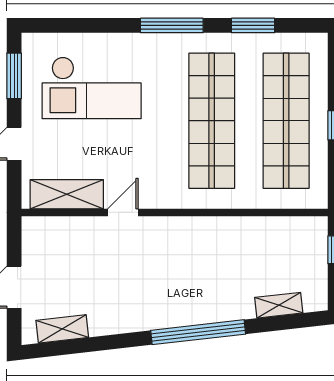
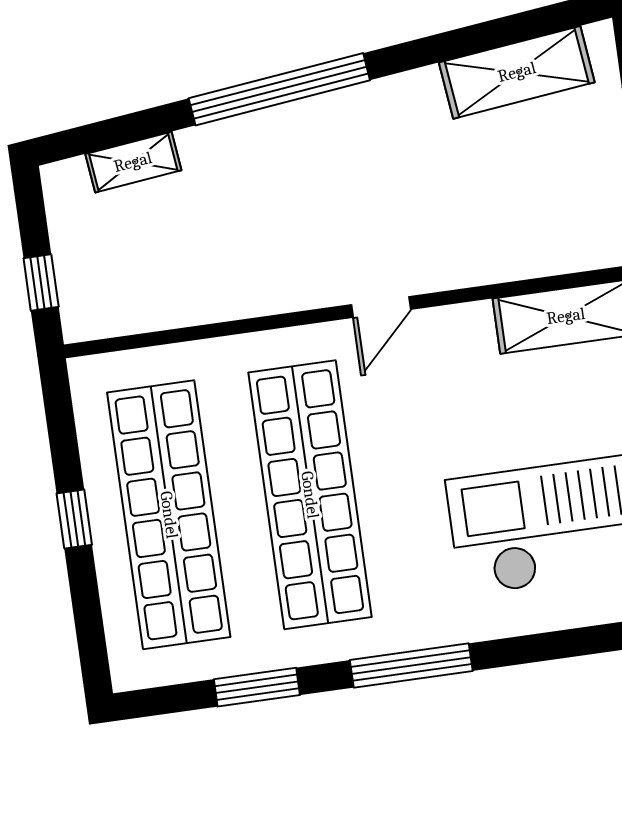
door: (123, 212) -> (381, 307), moved
shelving: (62, 329) -> (517, 72), width x1.50, depth x1.33

